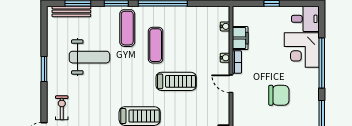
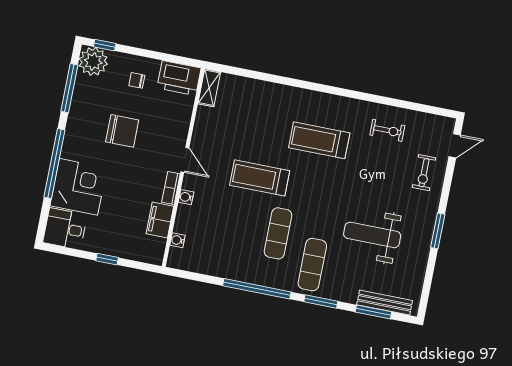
chair: (279, 95) -> (122, 131), turned 180

